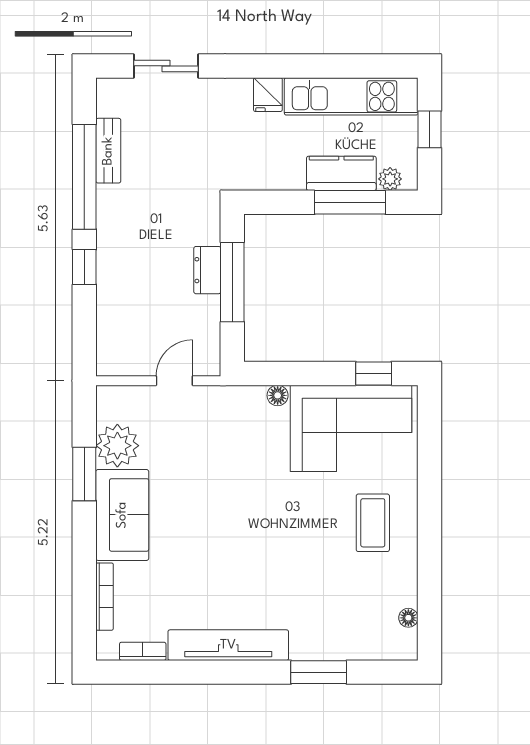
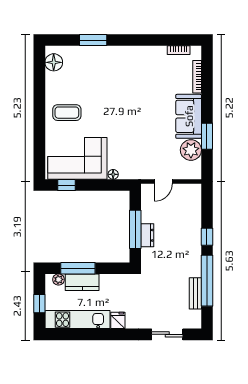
coffee table: (373, 523) -> (67, 113), turned 90
floor lamp: (408, 618) -> (54, 62), width x1.89, depth x1.89
tv unit: (228, 645) -> (137, 53), removed

